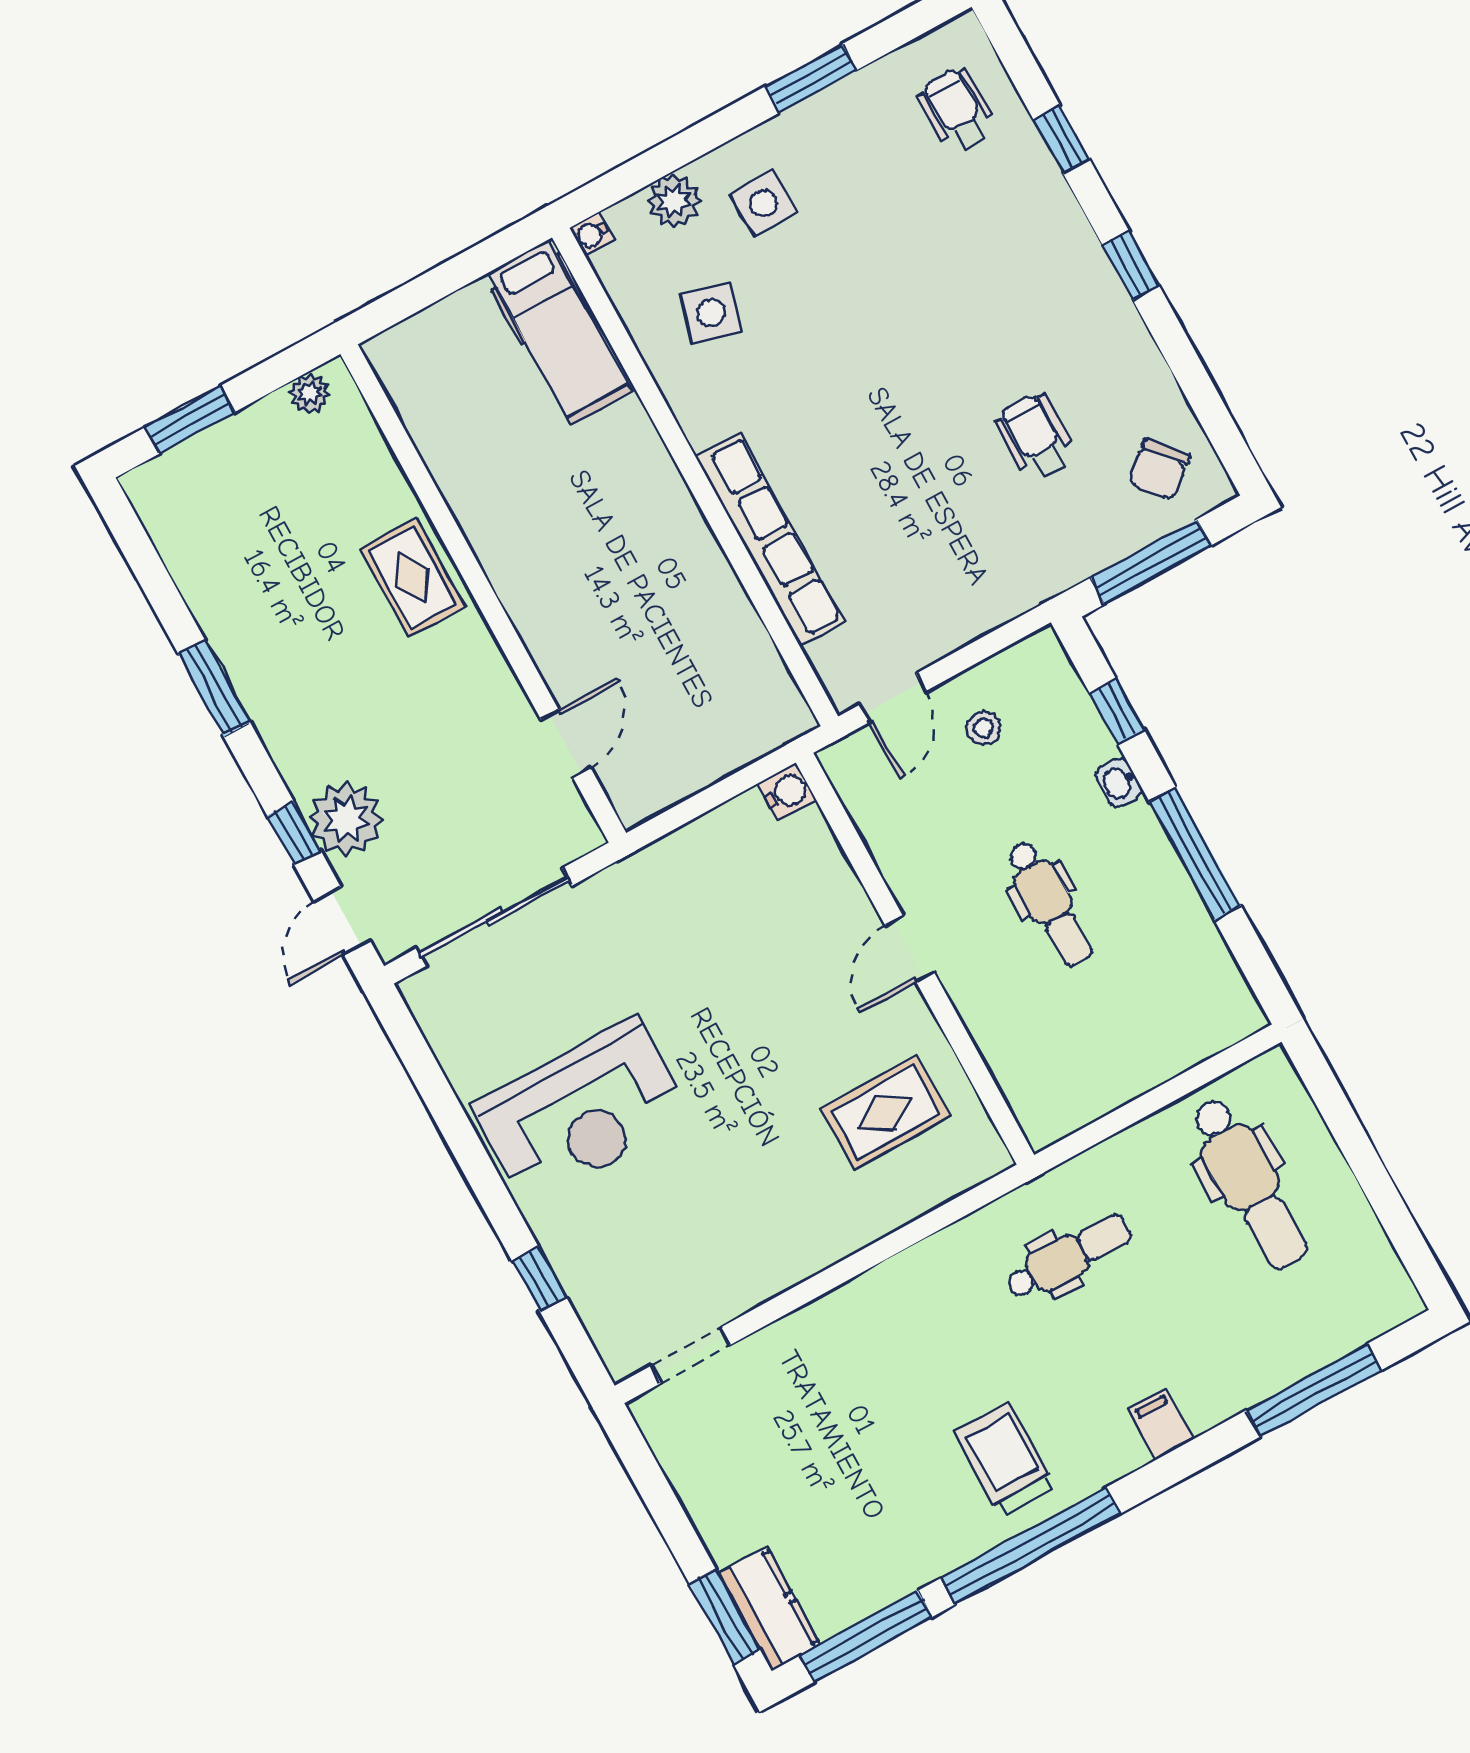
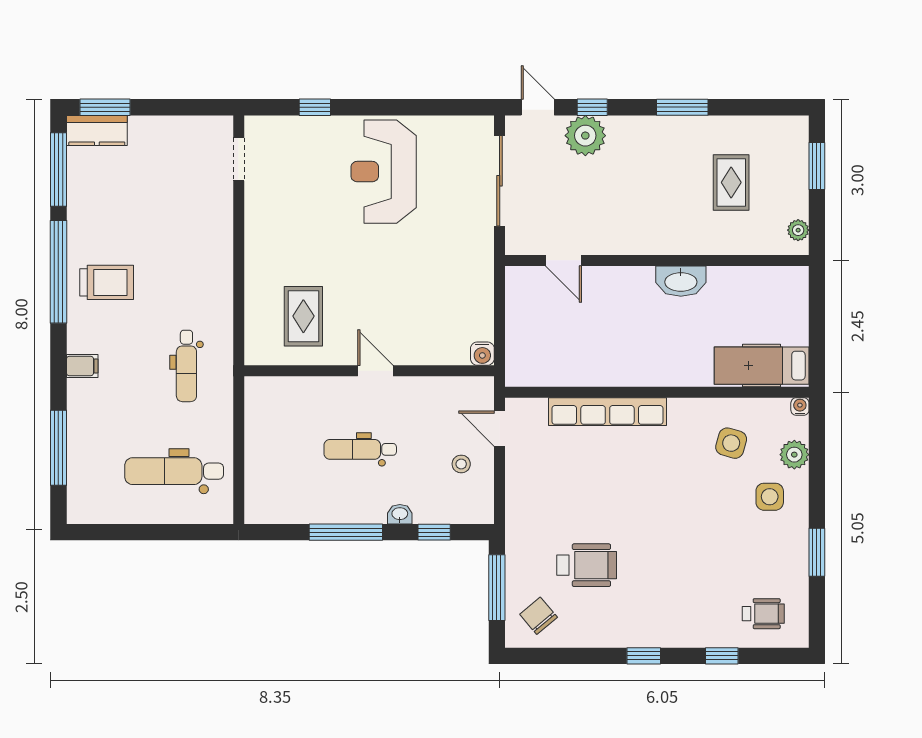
wheelchair: (1035, 437) -> (587, 565), width x1.36, depth x1.37
washbasin: (495, 537) -> (681, 281), added
rug: (413, 577) -> (731, 182), moved, turned 90

